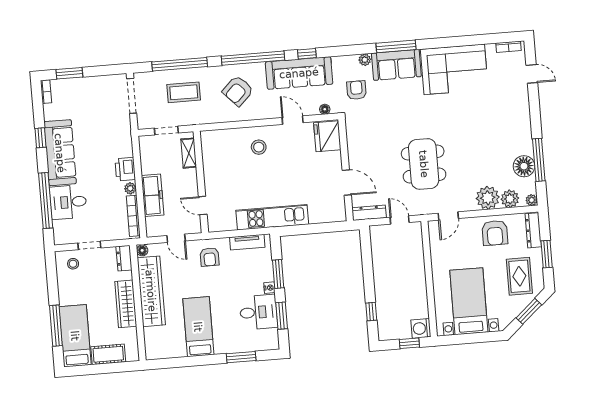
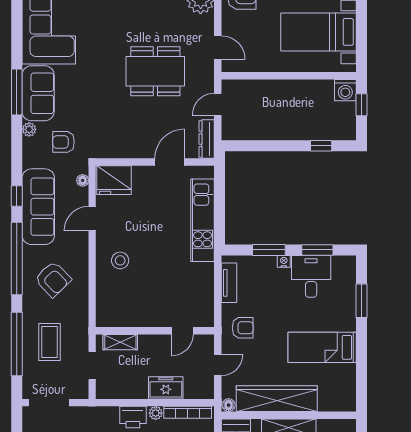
freezer: (153, 195) -> (166, 388), width x0.71
kitchen unit: (272, 217) -> (203, 220), moved

